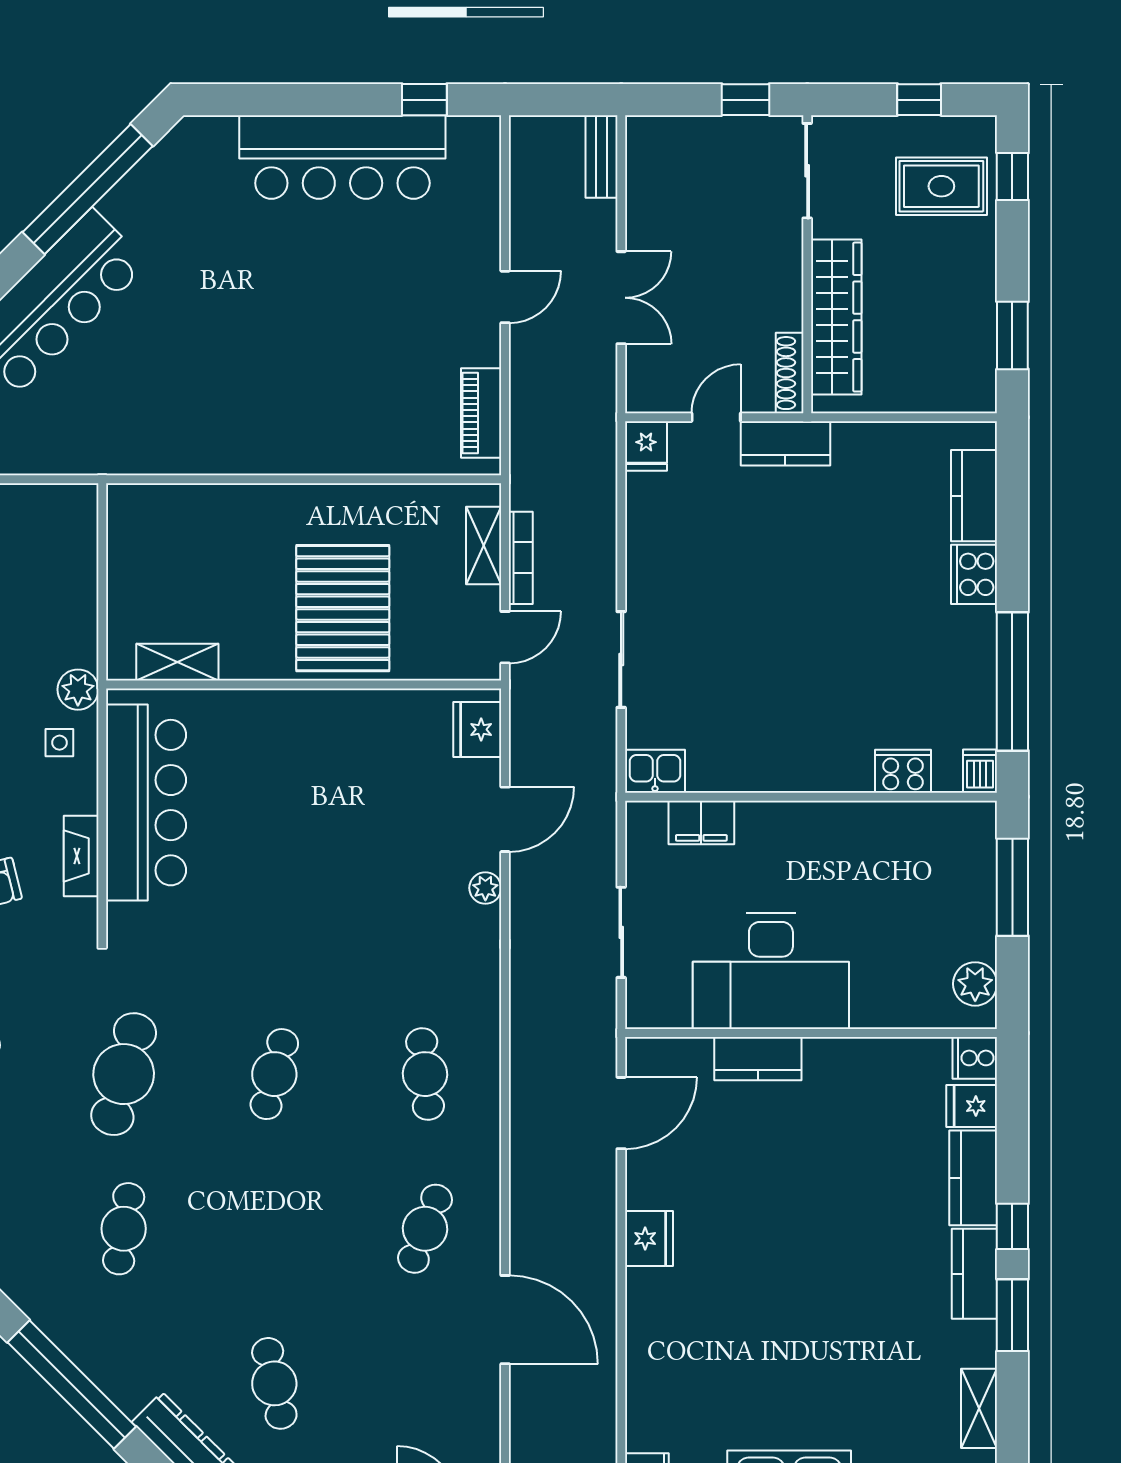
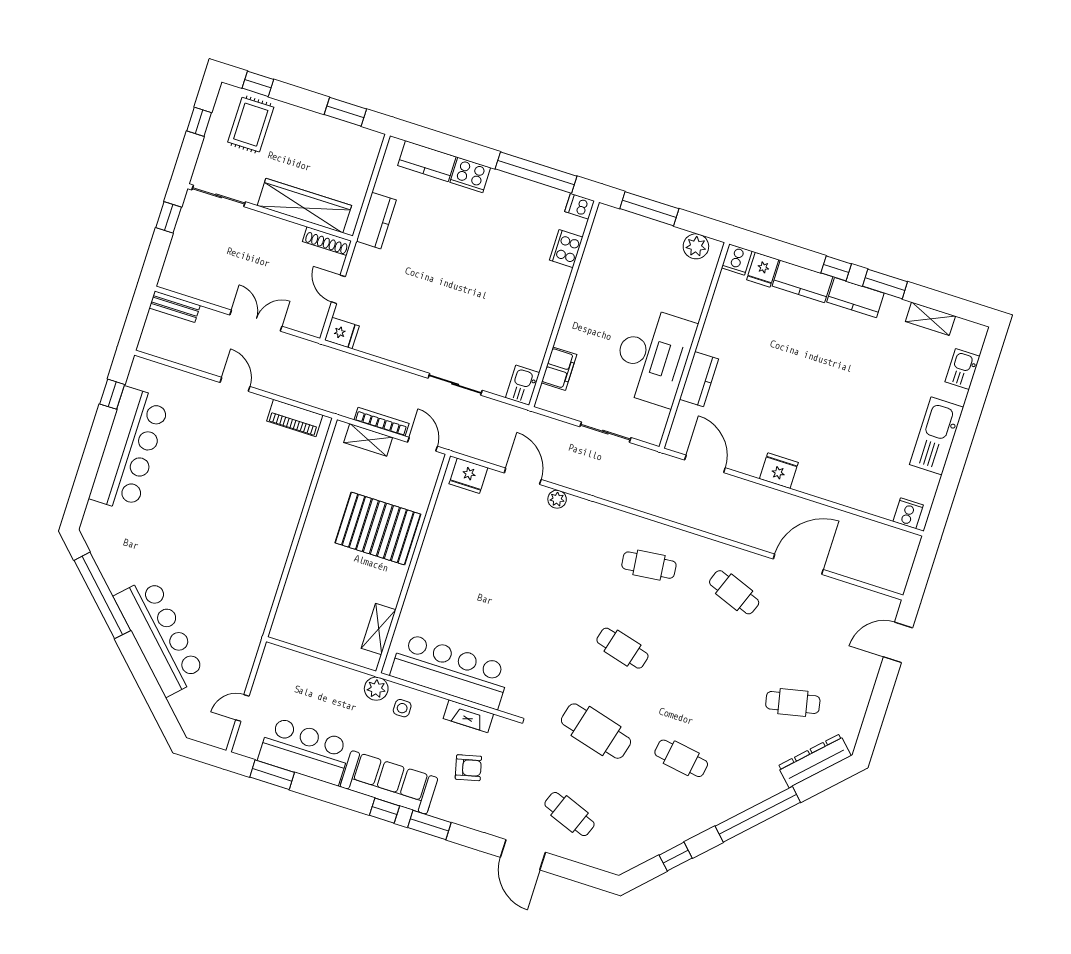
kitchen counter: (785, 443) -> (376, 221), moved

